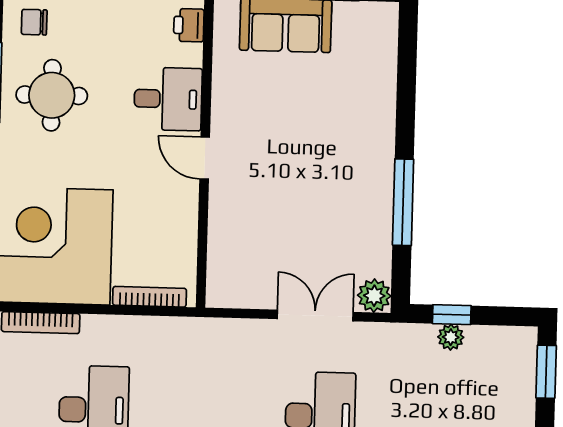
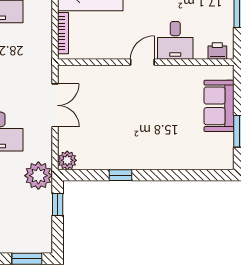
window: (403, 202) -> (121, 175), width x0.46
double door: (315, 316) -> (55, 105), moved
plant: (451, 337) -> (38, 176), moved, width x1.88, depth x1.88

